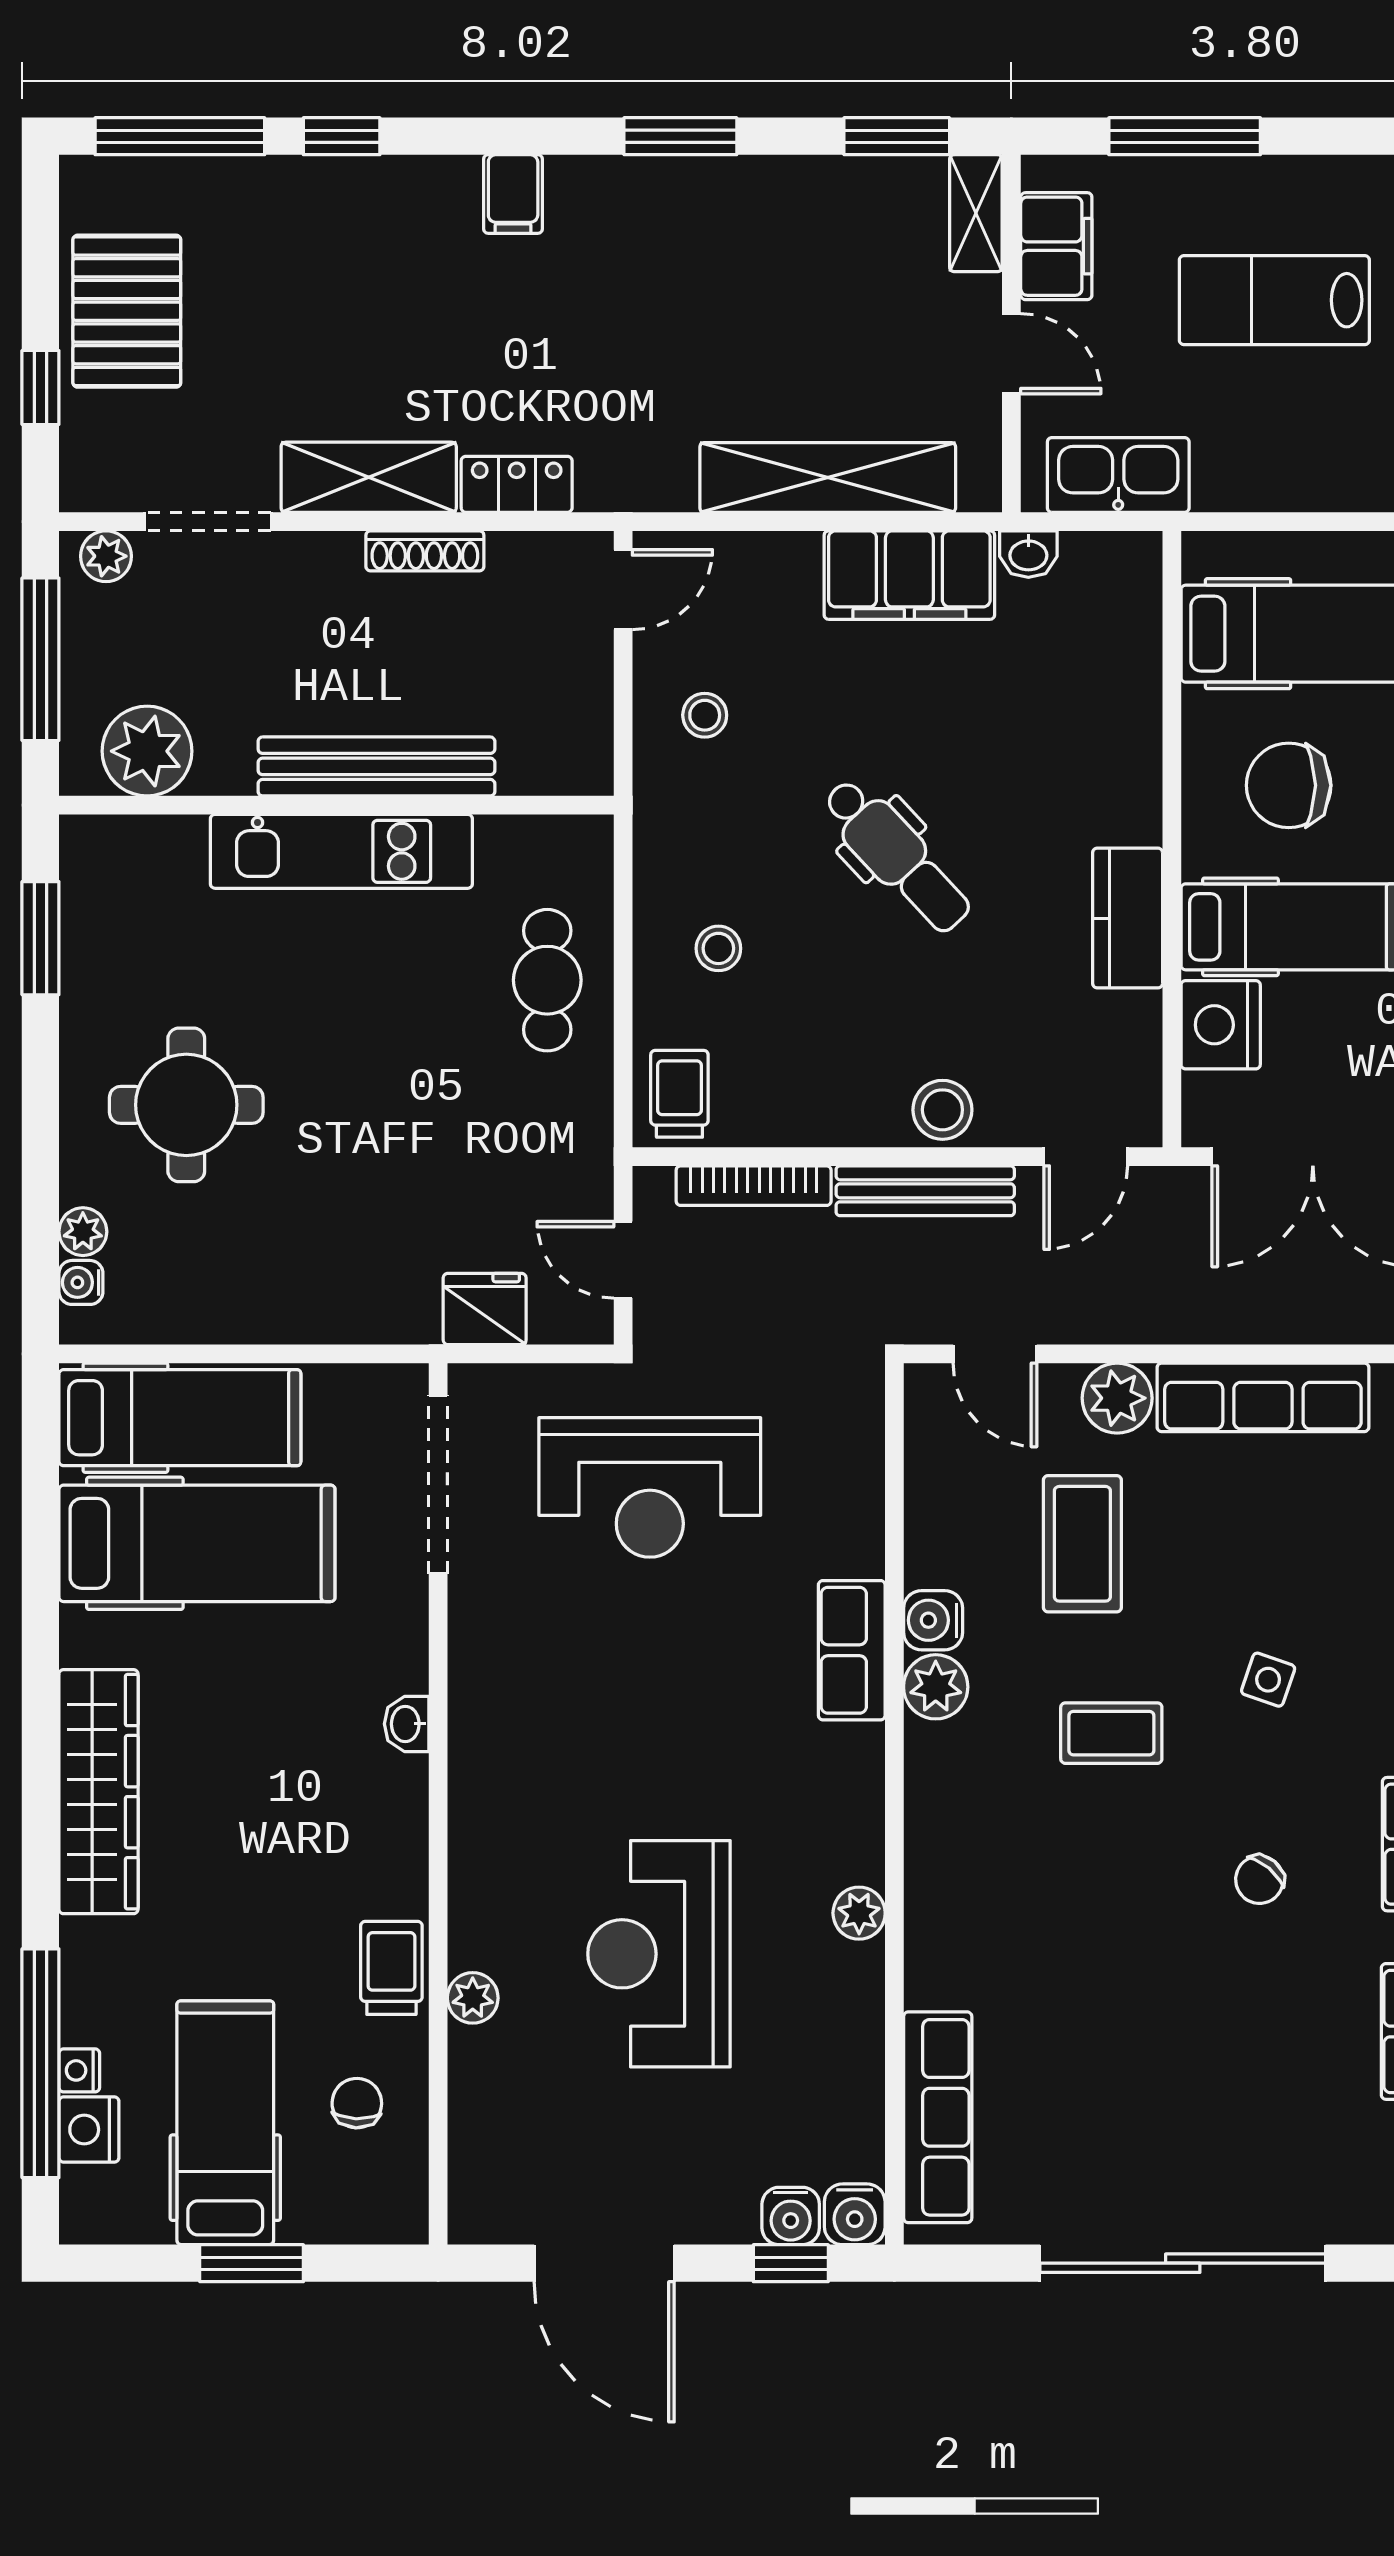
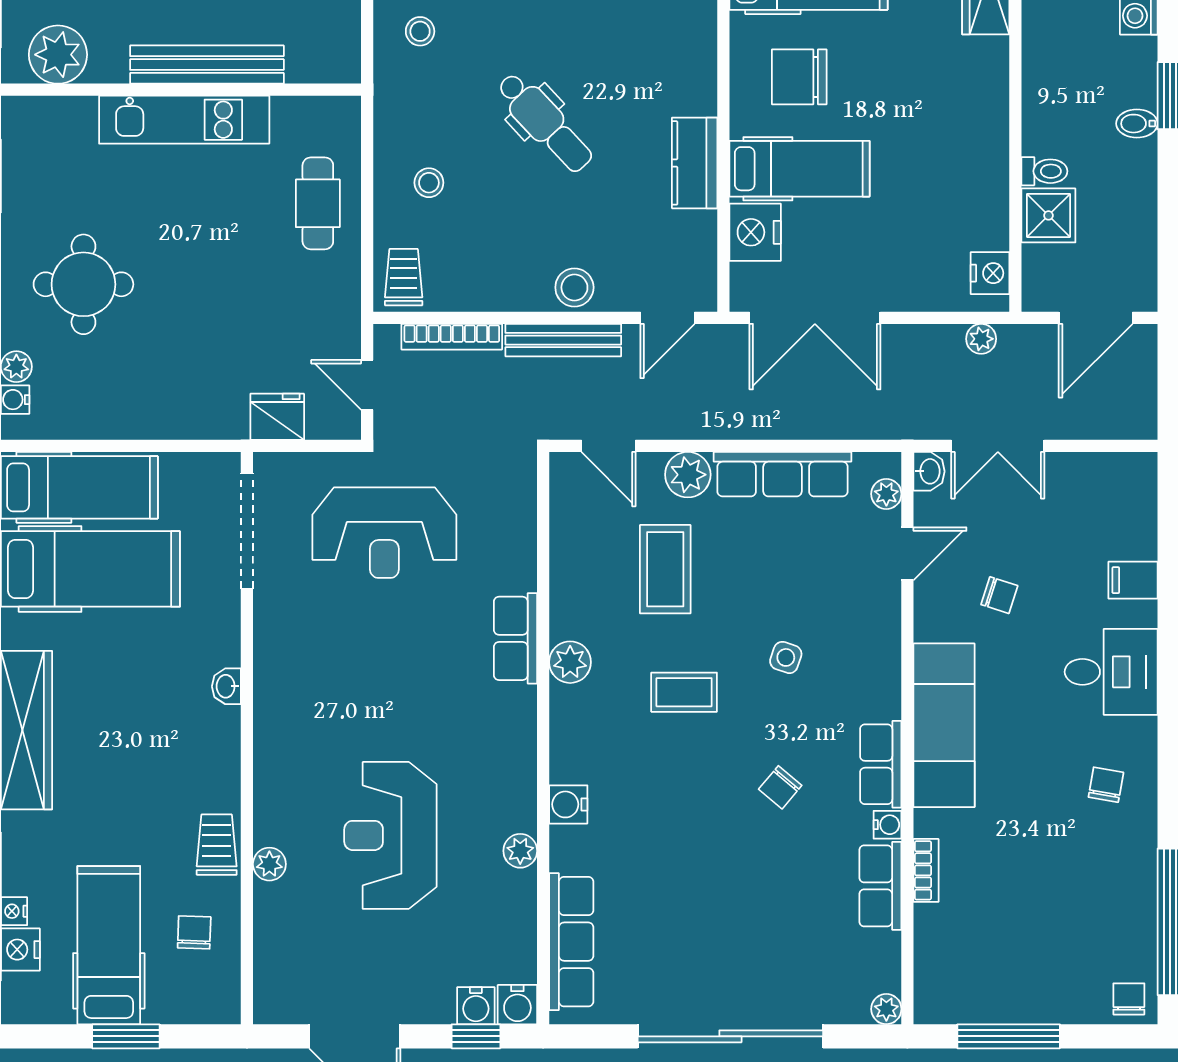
water cooler: (933, 1620) -> (568, 804), moved
plant: (859, 1913) -> (520, 851), moved

